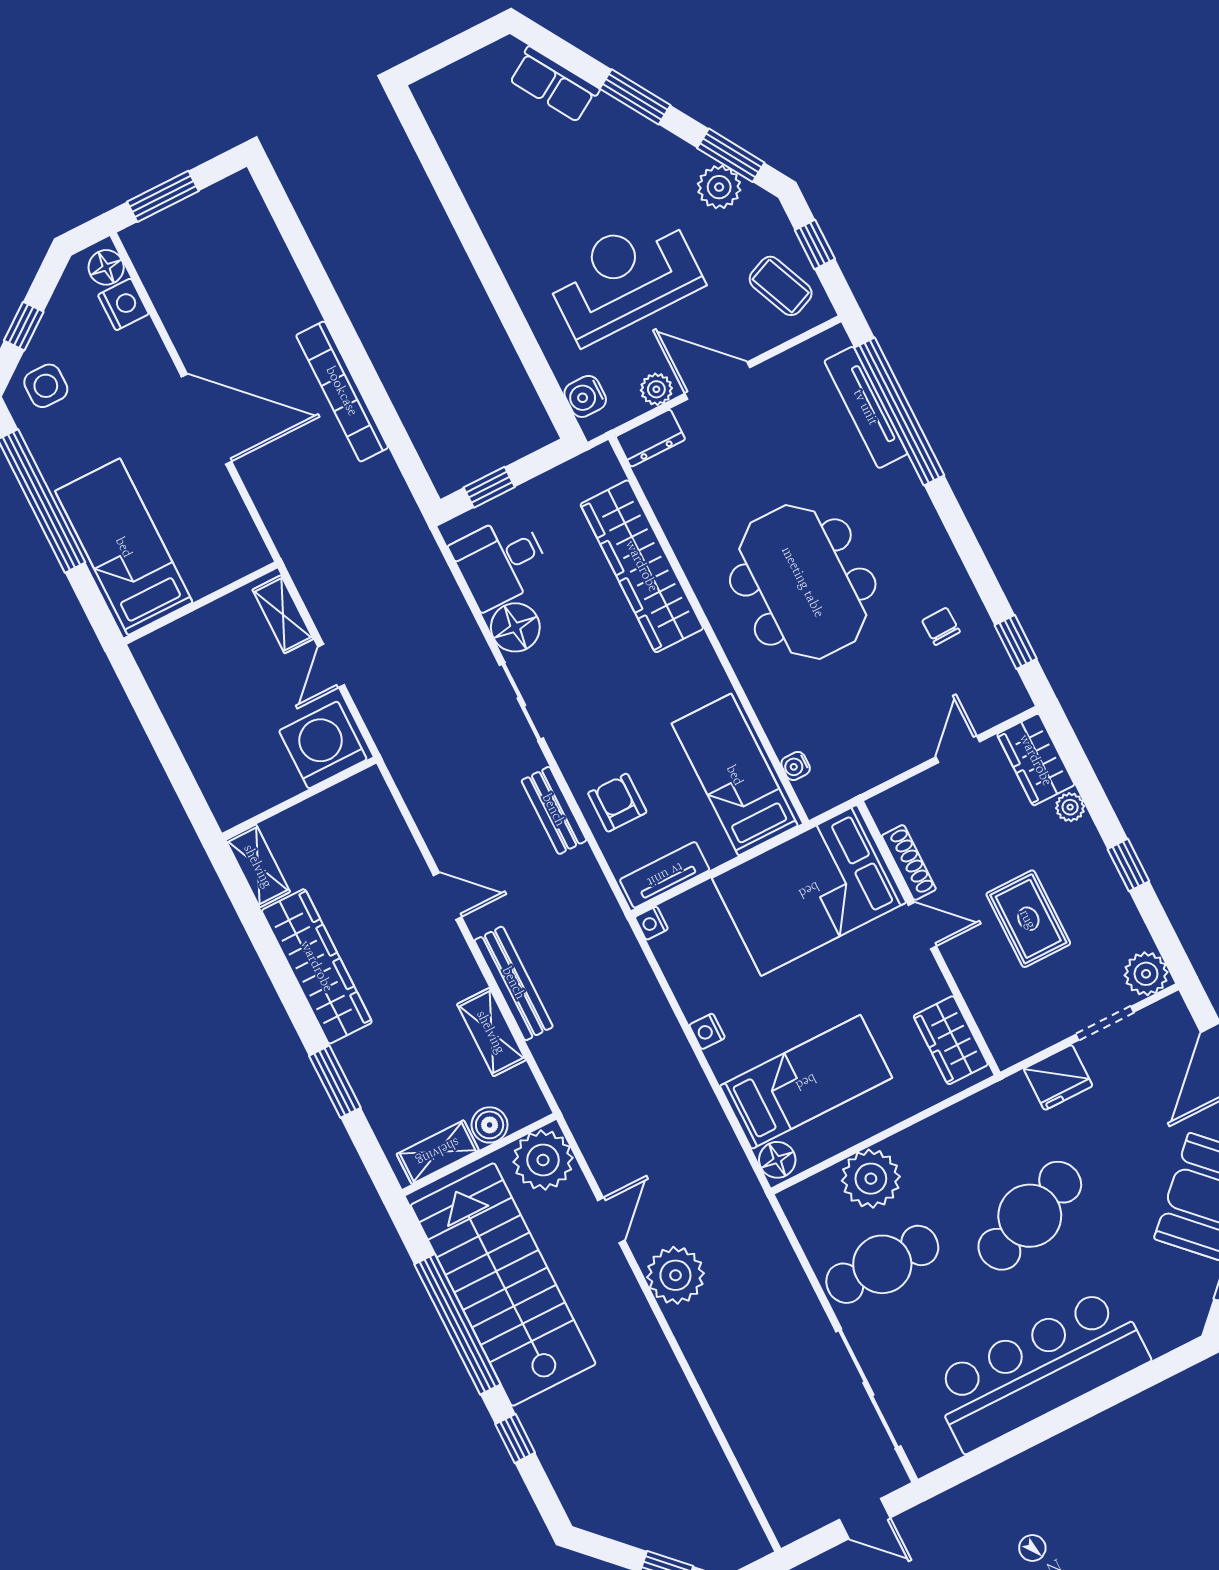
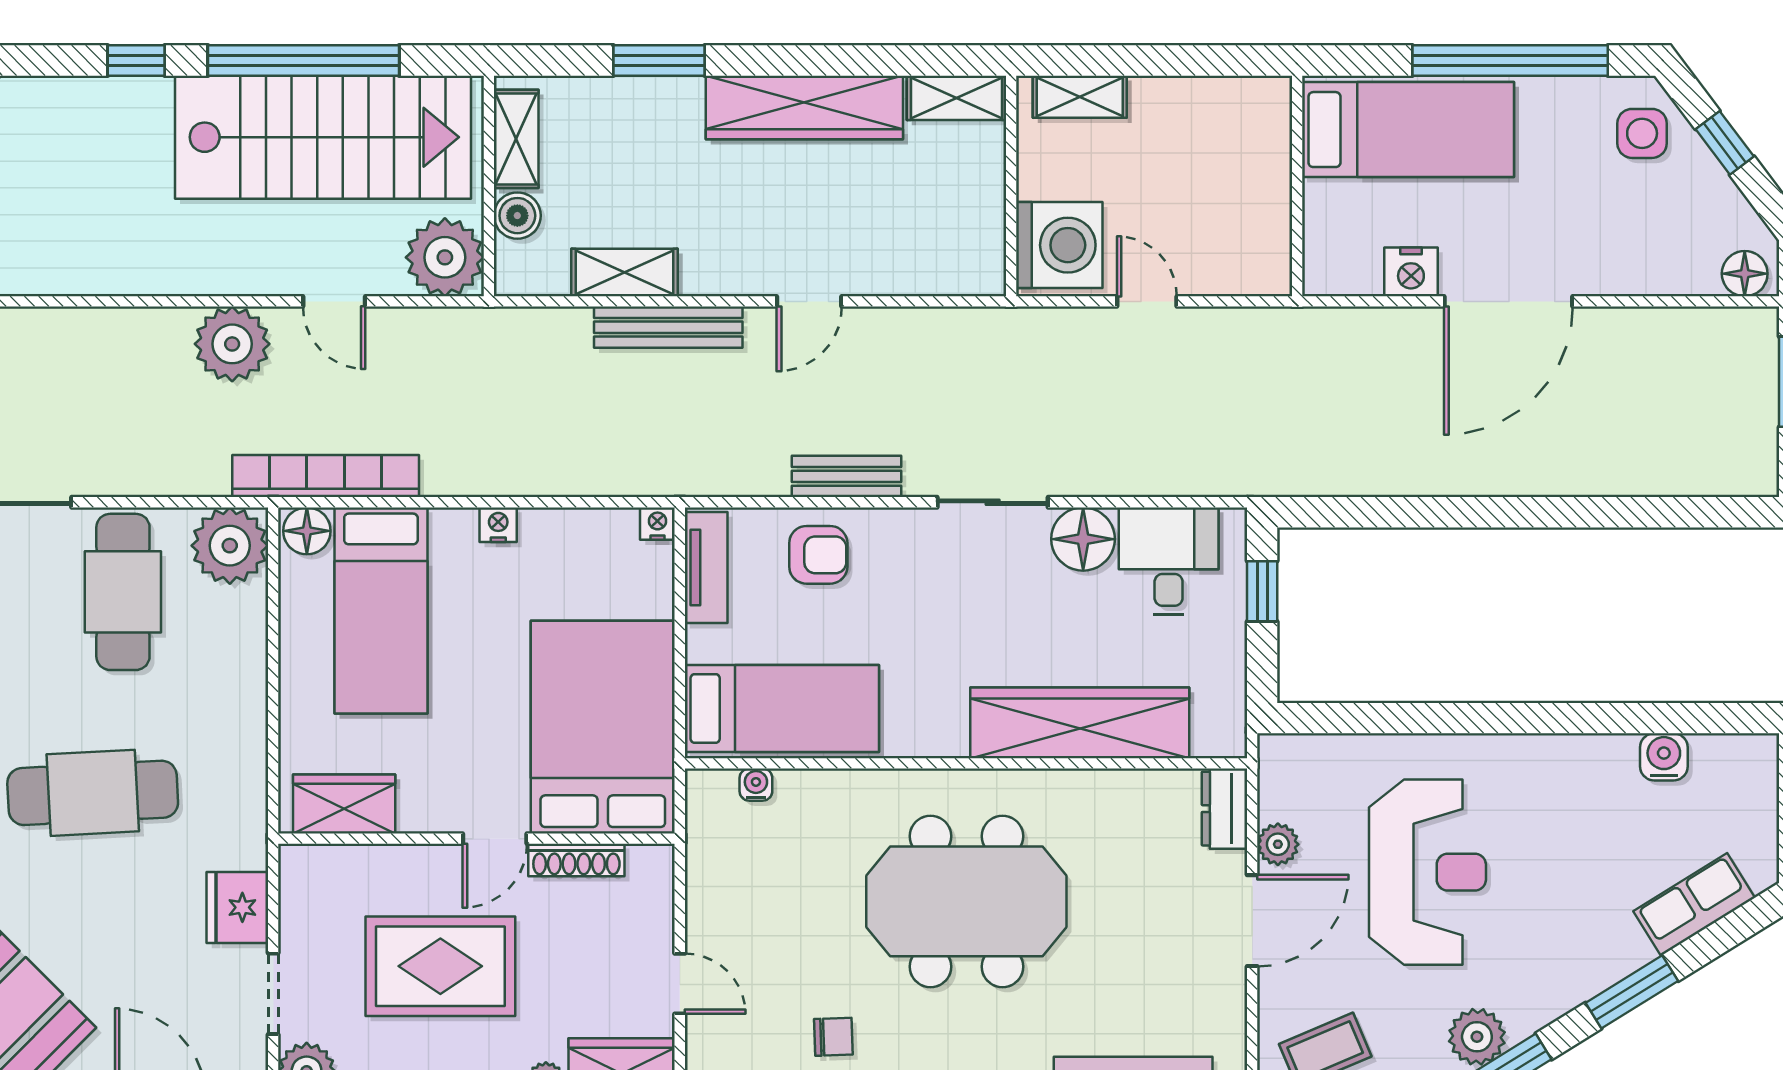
nightstand: (123, 304) -> (1411, 272), moved
bookcase: (342, 391) -> (326, 476), moved
water cooler: (585, 396) -> (1664, 757), moved
shelving: (283, 614) -> (1080, 97), moved
rug: (1028, 919) -> (440, 966), width x1.36, depth x1.43
plant: (871, 1179) -> (230, 546), moved
cafe table: (1030, 1216) -> (93, 793), turned -72

